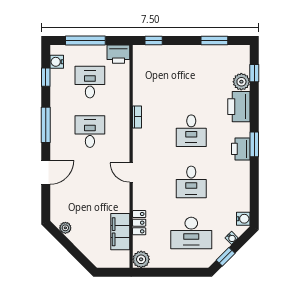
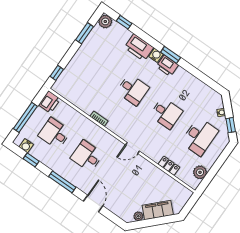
plant: (241, 82) -> (105, 21), moved
water cooler: (243, 219) -> (156, 55), moved
filing cabinet: (120, 232) -> (158, 210), moved, turned 135
plant: (141, 259) -> (200, 172), moved

